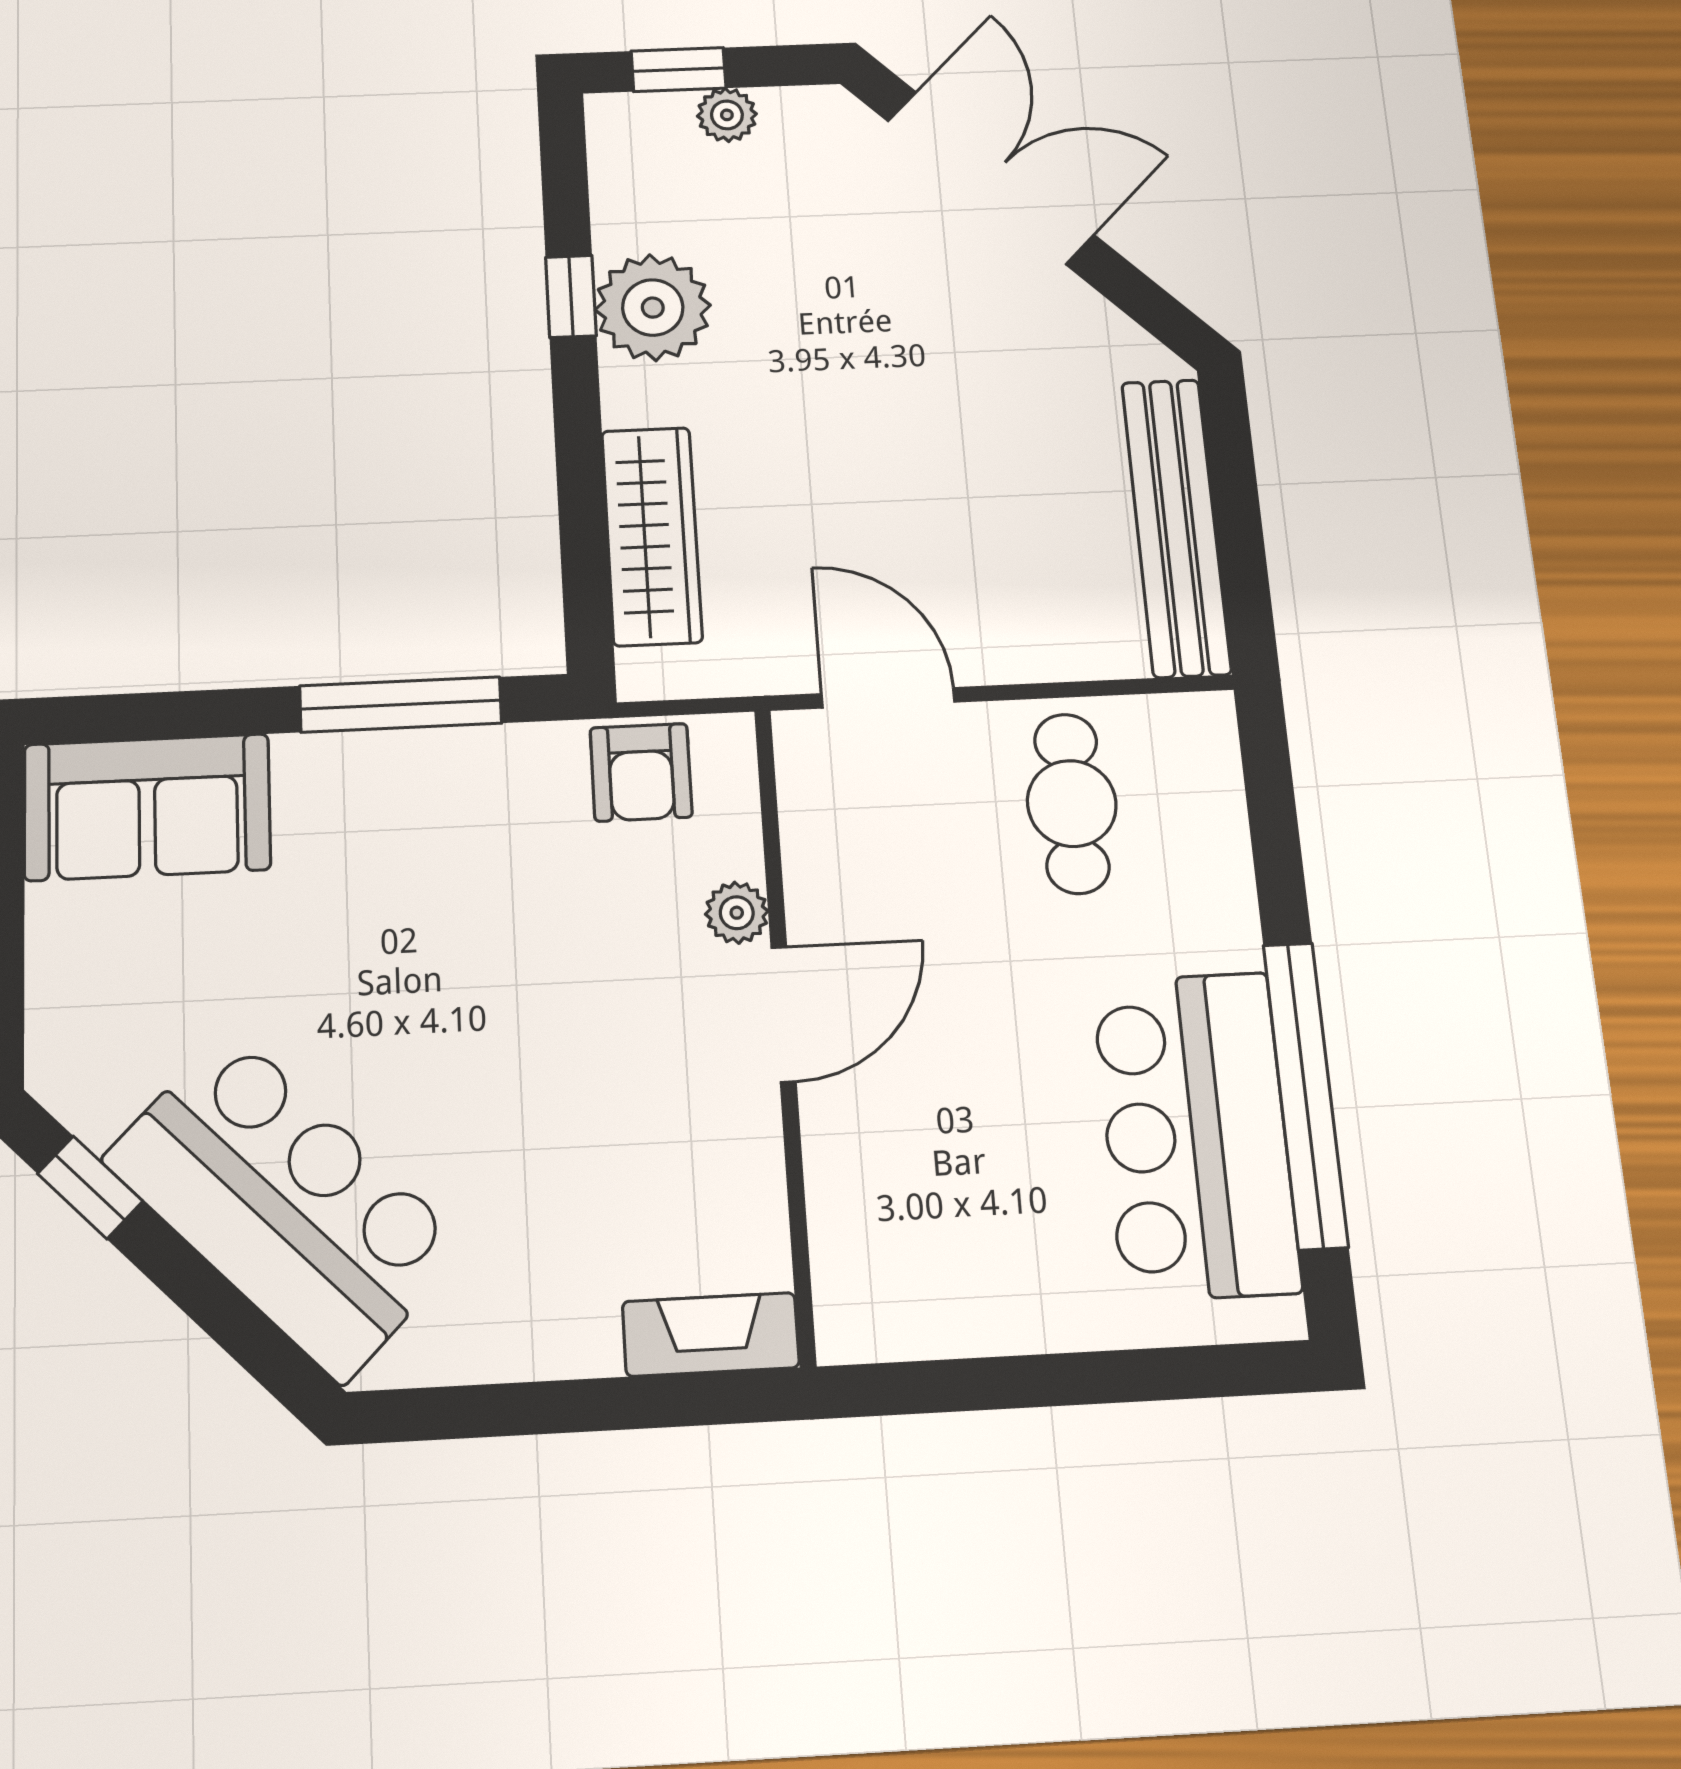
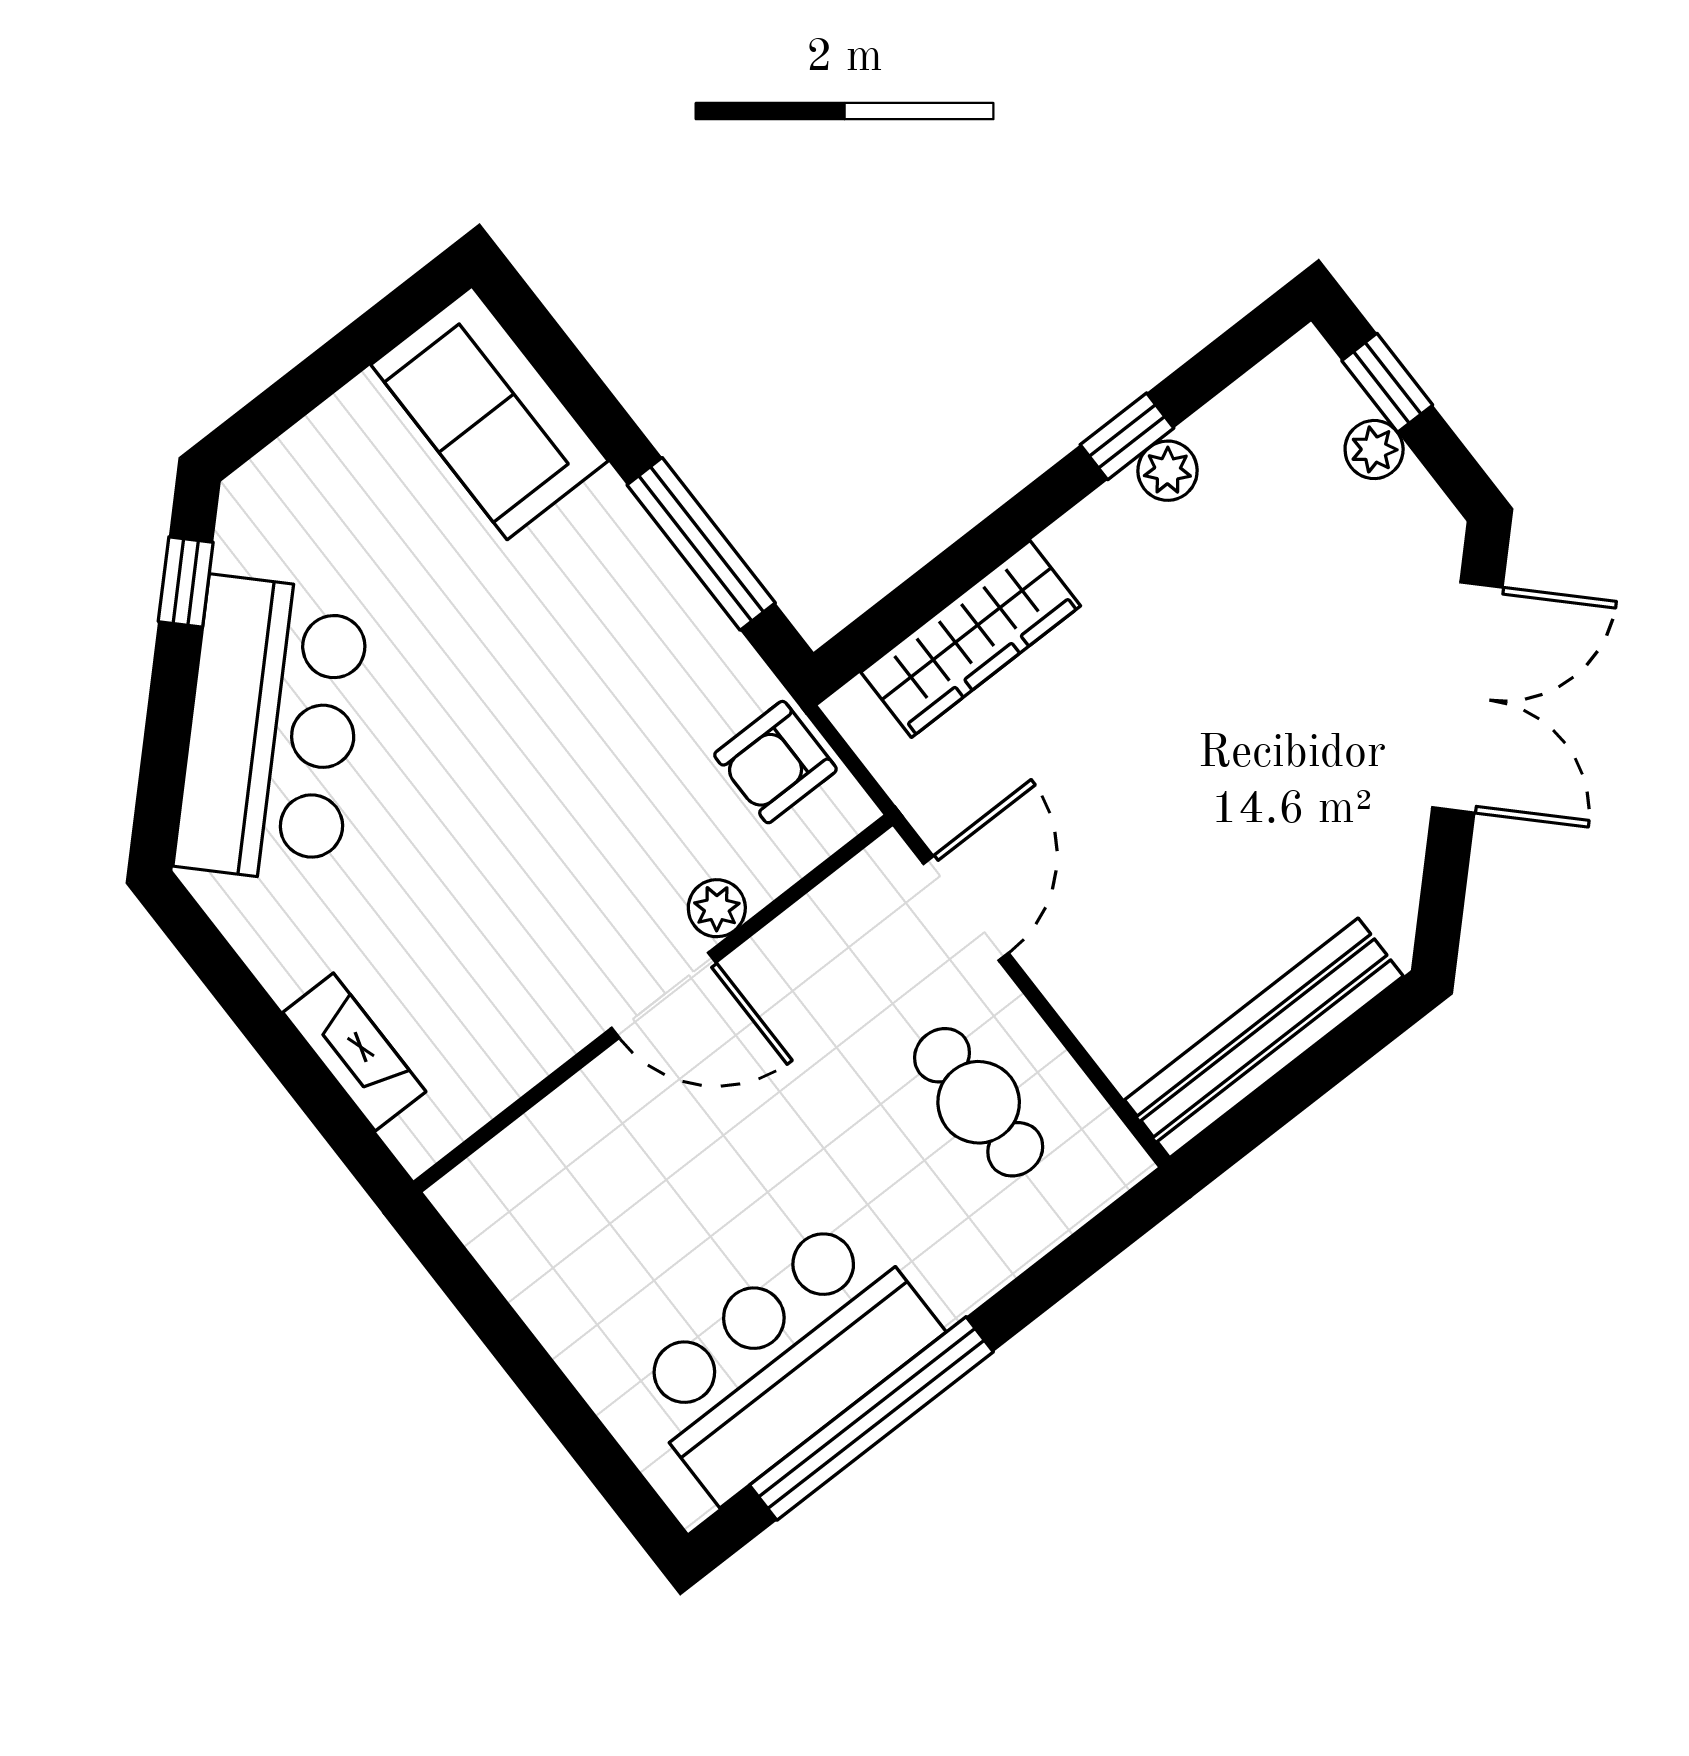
plant: (653, 308) -> (1168, 471), width x0.53, depth x0.53
cafe table: (1072, 803) -> (979, 1102), turned 90
fireplace: (711, 1334) -> (354, 1052), moved

